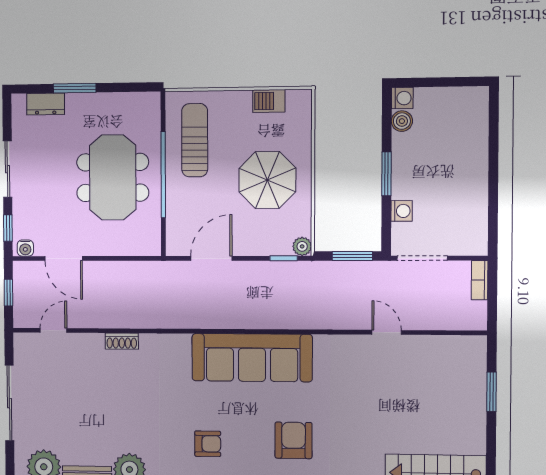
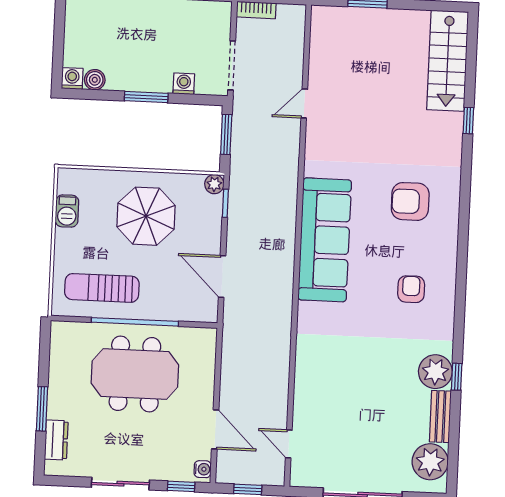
door: (64, 258) -> (215, 429), hinge flipped
shoe rack: (122, 341) -> (303, 373), removed

